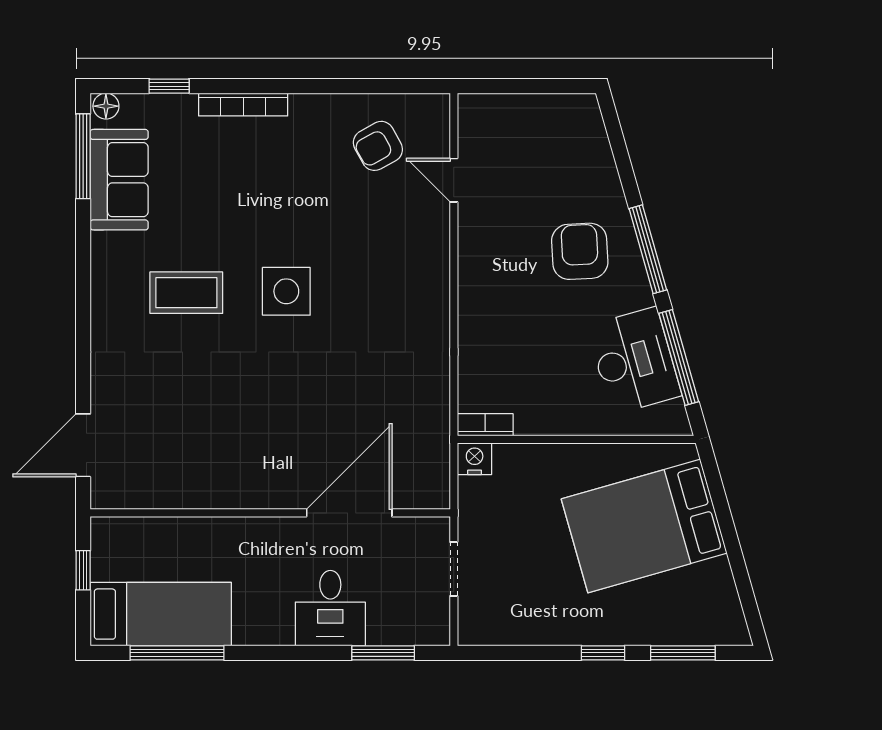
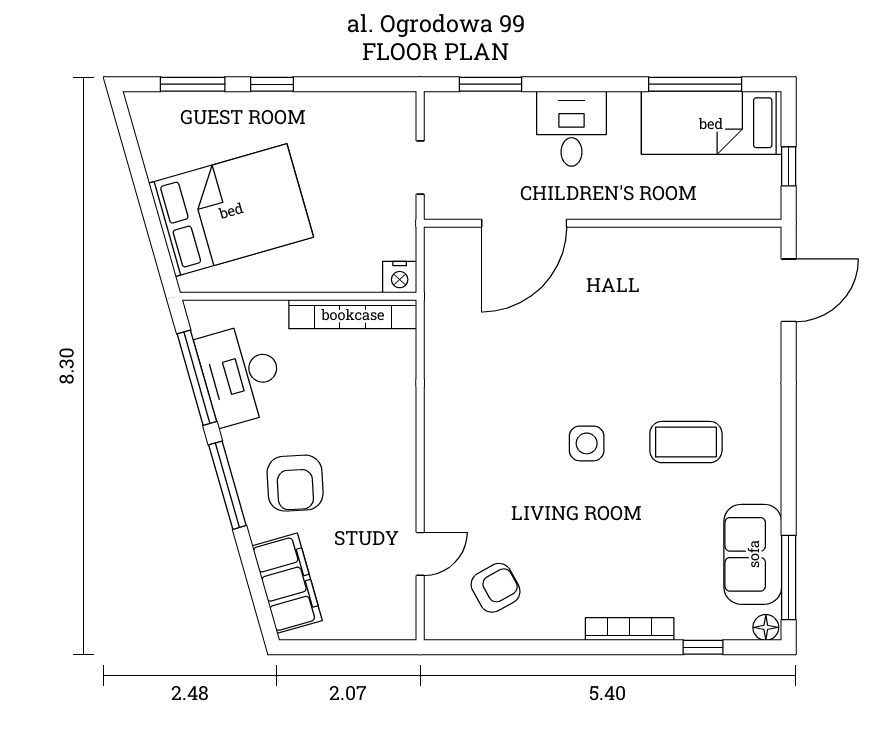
filing cabinet: (588, 151) -> (287, 583), added
door: (454, 180) -> (420, 554), hinge flipped
side table: (286, 291) -> (587, 443), width x0.73, depth x0.73
bookcase: (485, 425) -> (353, 314), width x2.31, depth x1.31
desk: (330, 608) -> (571, 129), moved

